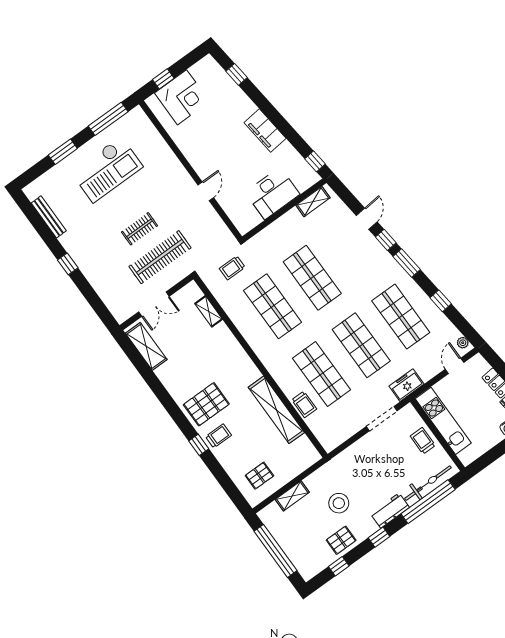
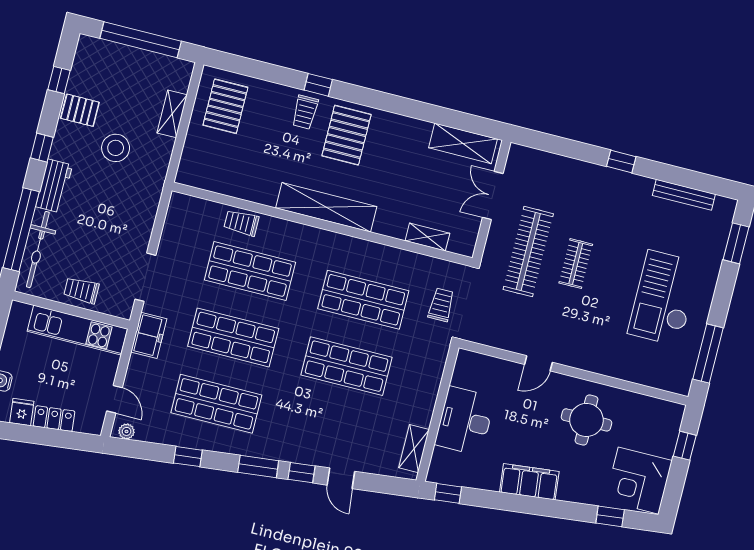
corner desk: (182, 97) -> (639, 481), moved
round table: (205, 138) -> (586, 420), added
window: (63, 152) -> (736, 243), moved
door: (206, 191) -> (538, 363), hinge flipped
shelving: (276, 410) -> (326, 207), moved
trolley: (423, 441) -> (81, 290), turned 180
pallet: (259, 476) -> (225, 106), width x1.50, depth x1.42
pallet: (341, 540) -> (80, 110), turned 90

